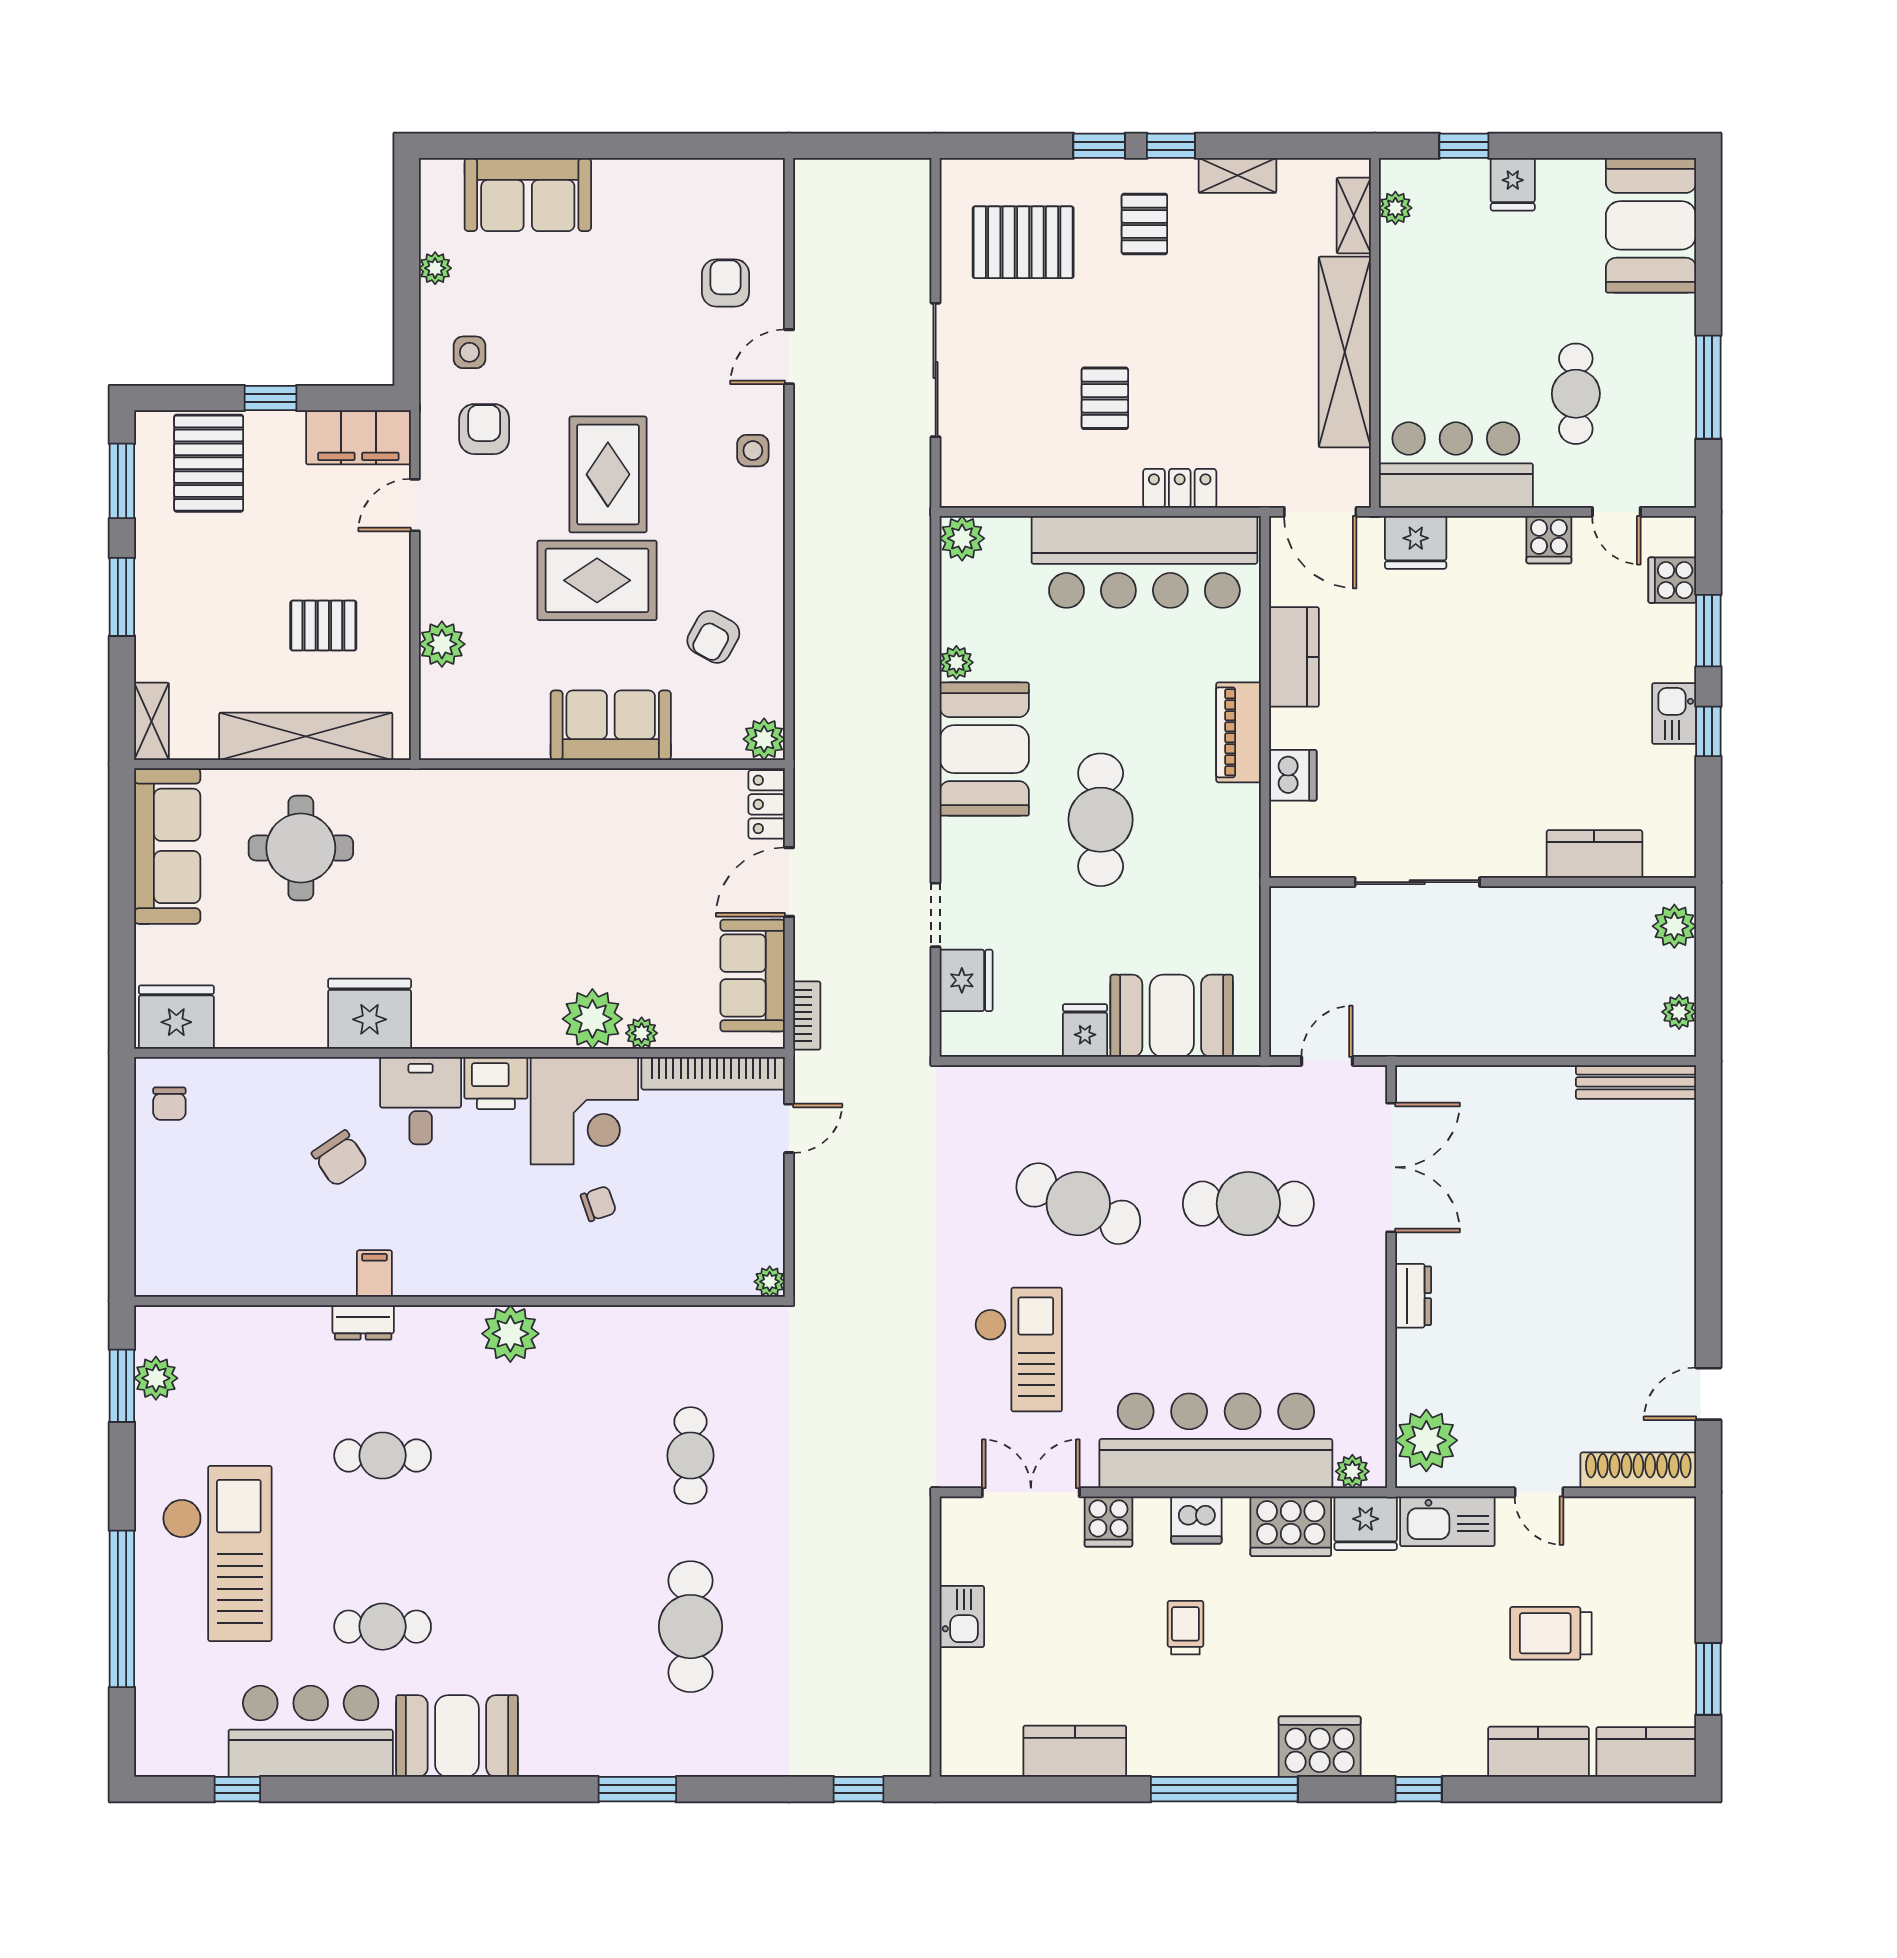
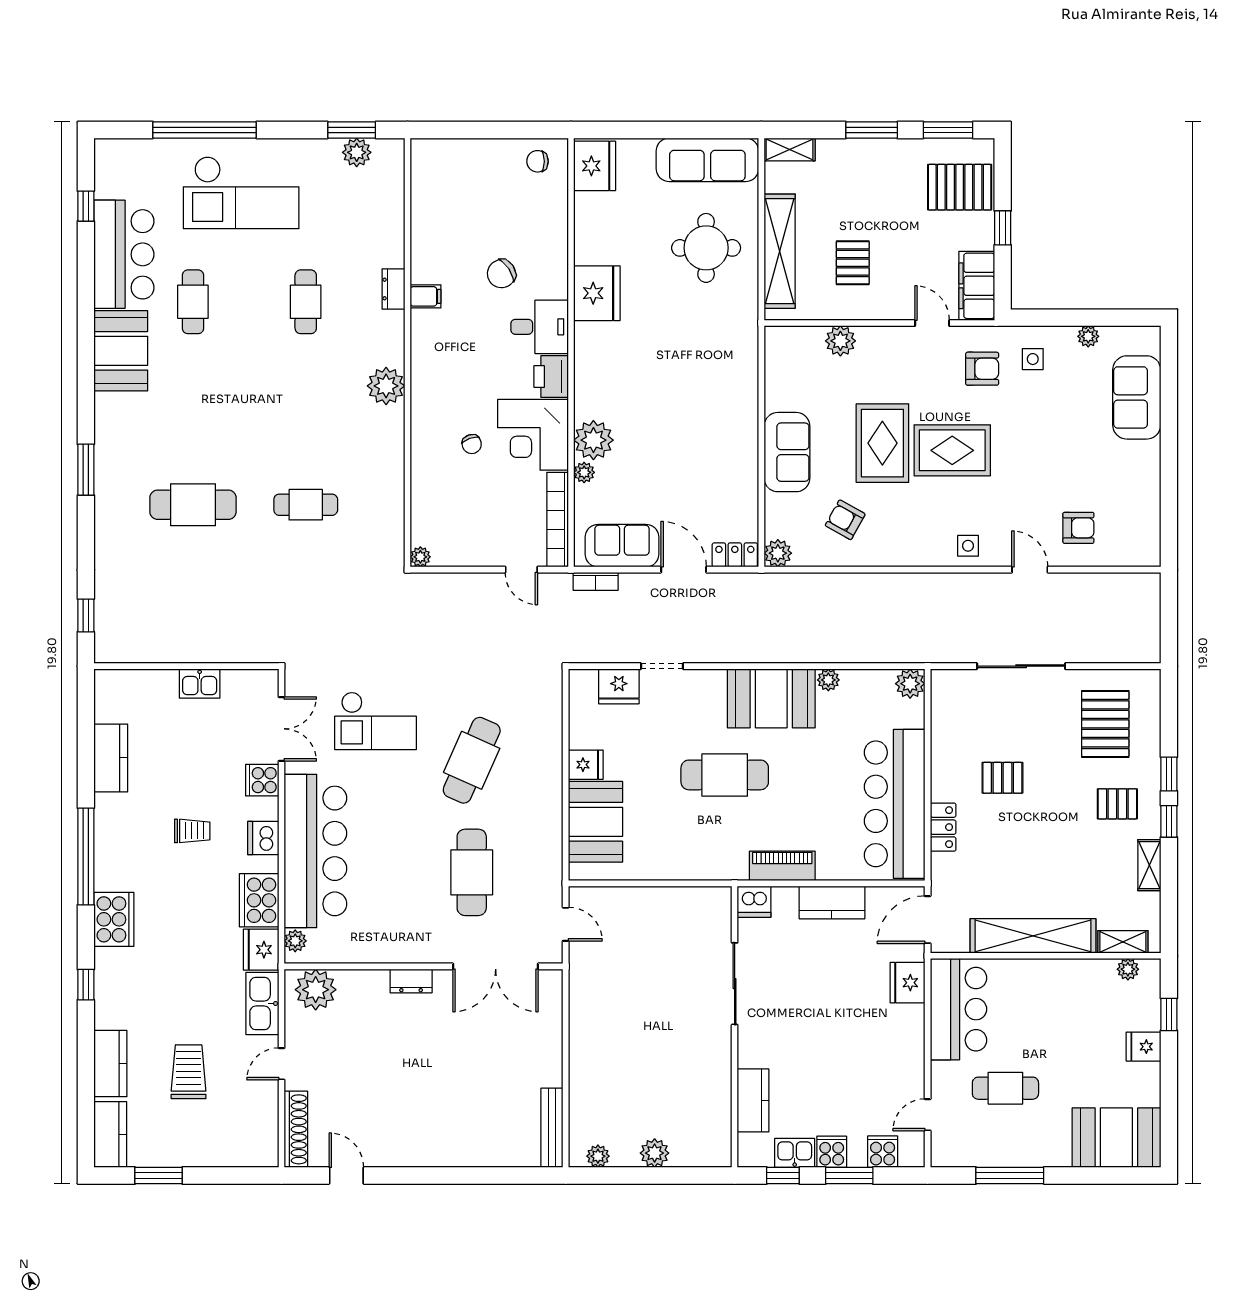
cooker: (1549, 540) -> (832, 1152), moved, turned 90
kitchen counter: (1594, 854) -> (753, 1100), moved
sliding door: (1417, 882) -> (735, 984), moved
wall: (1483, 882) -> (735, 1027), moved

